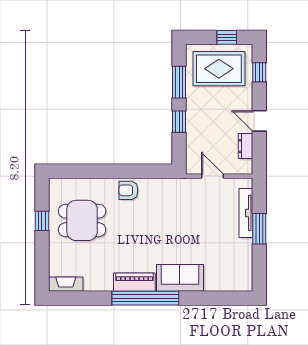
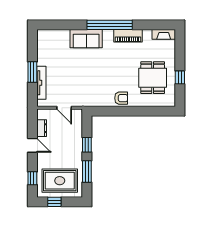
dining table: (82, 220) -> (153, 78), turned 90
piano: (134, 282) -> (128, 36), moved

